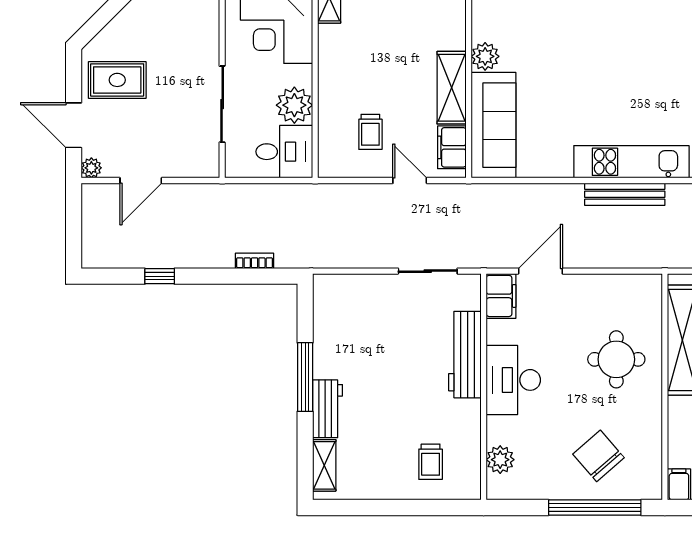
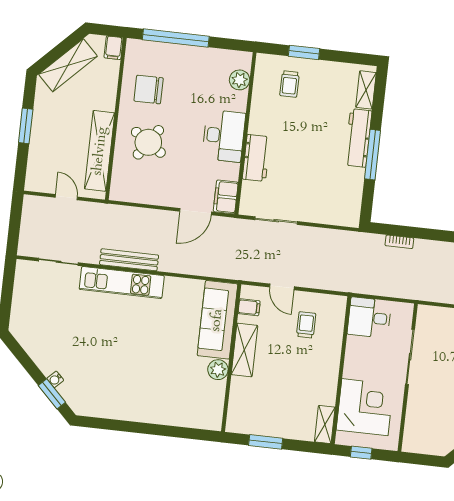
plant: (294, 105) -> (358, 350), removed
filing cabinet: (452, 147) -> (249, 307), width x0.50
workbench: (465, 355) -> (256, 158), width x0.73
round table: (616, 359) -> (148, 142), turned 34
workbench: (328, 409) -> (358, 138), width x1.38
chair: (598, 456) -> (149, 89), moved, turned 131
trolley: (431, 462) -> (290, 84), turned 180
window: (415, 508) -> (304, 52), added

